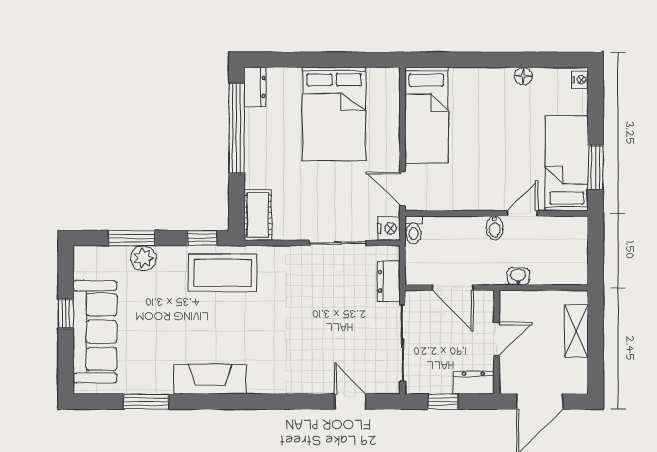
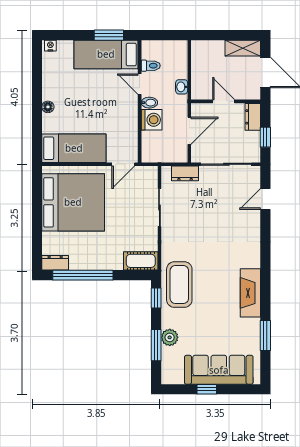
floor lamp: (523, 76) -> (48, 107), moved
bed: (334, 114) -> (73, 202), width x1.36
nightstand: (389, 228) -> (150, 173), removed
toilet: (414, 230) -> (151, 66), moved
washing machine: (469, 231) -> (152, 120), added
shelving: (576, 331) -> (243, 48), moved

